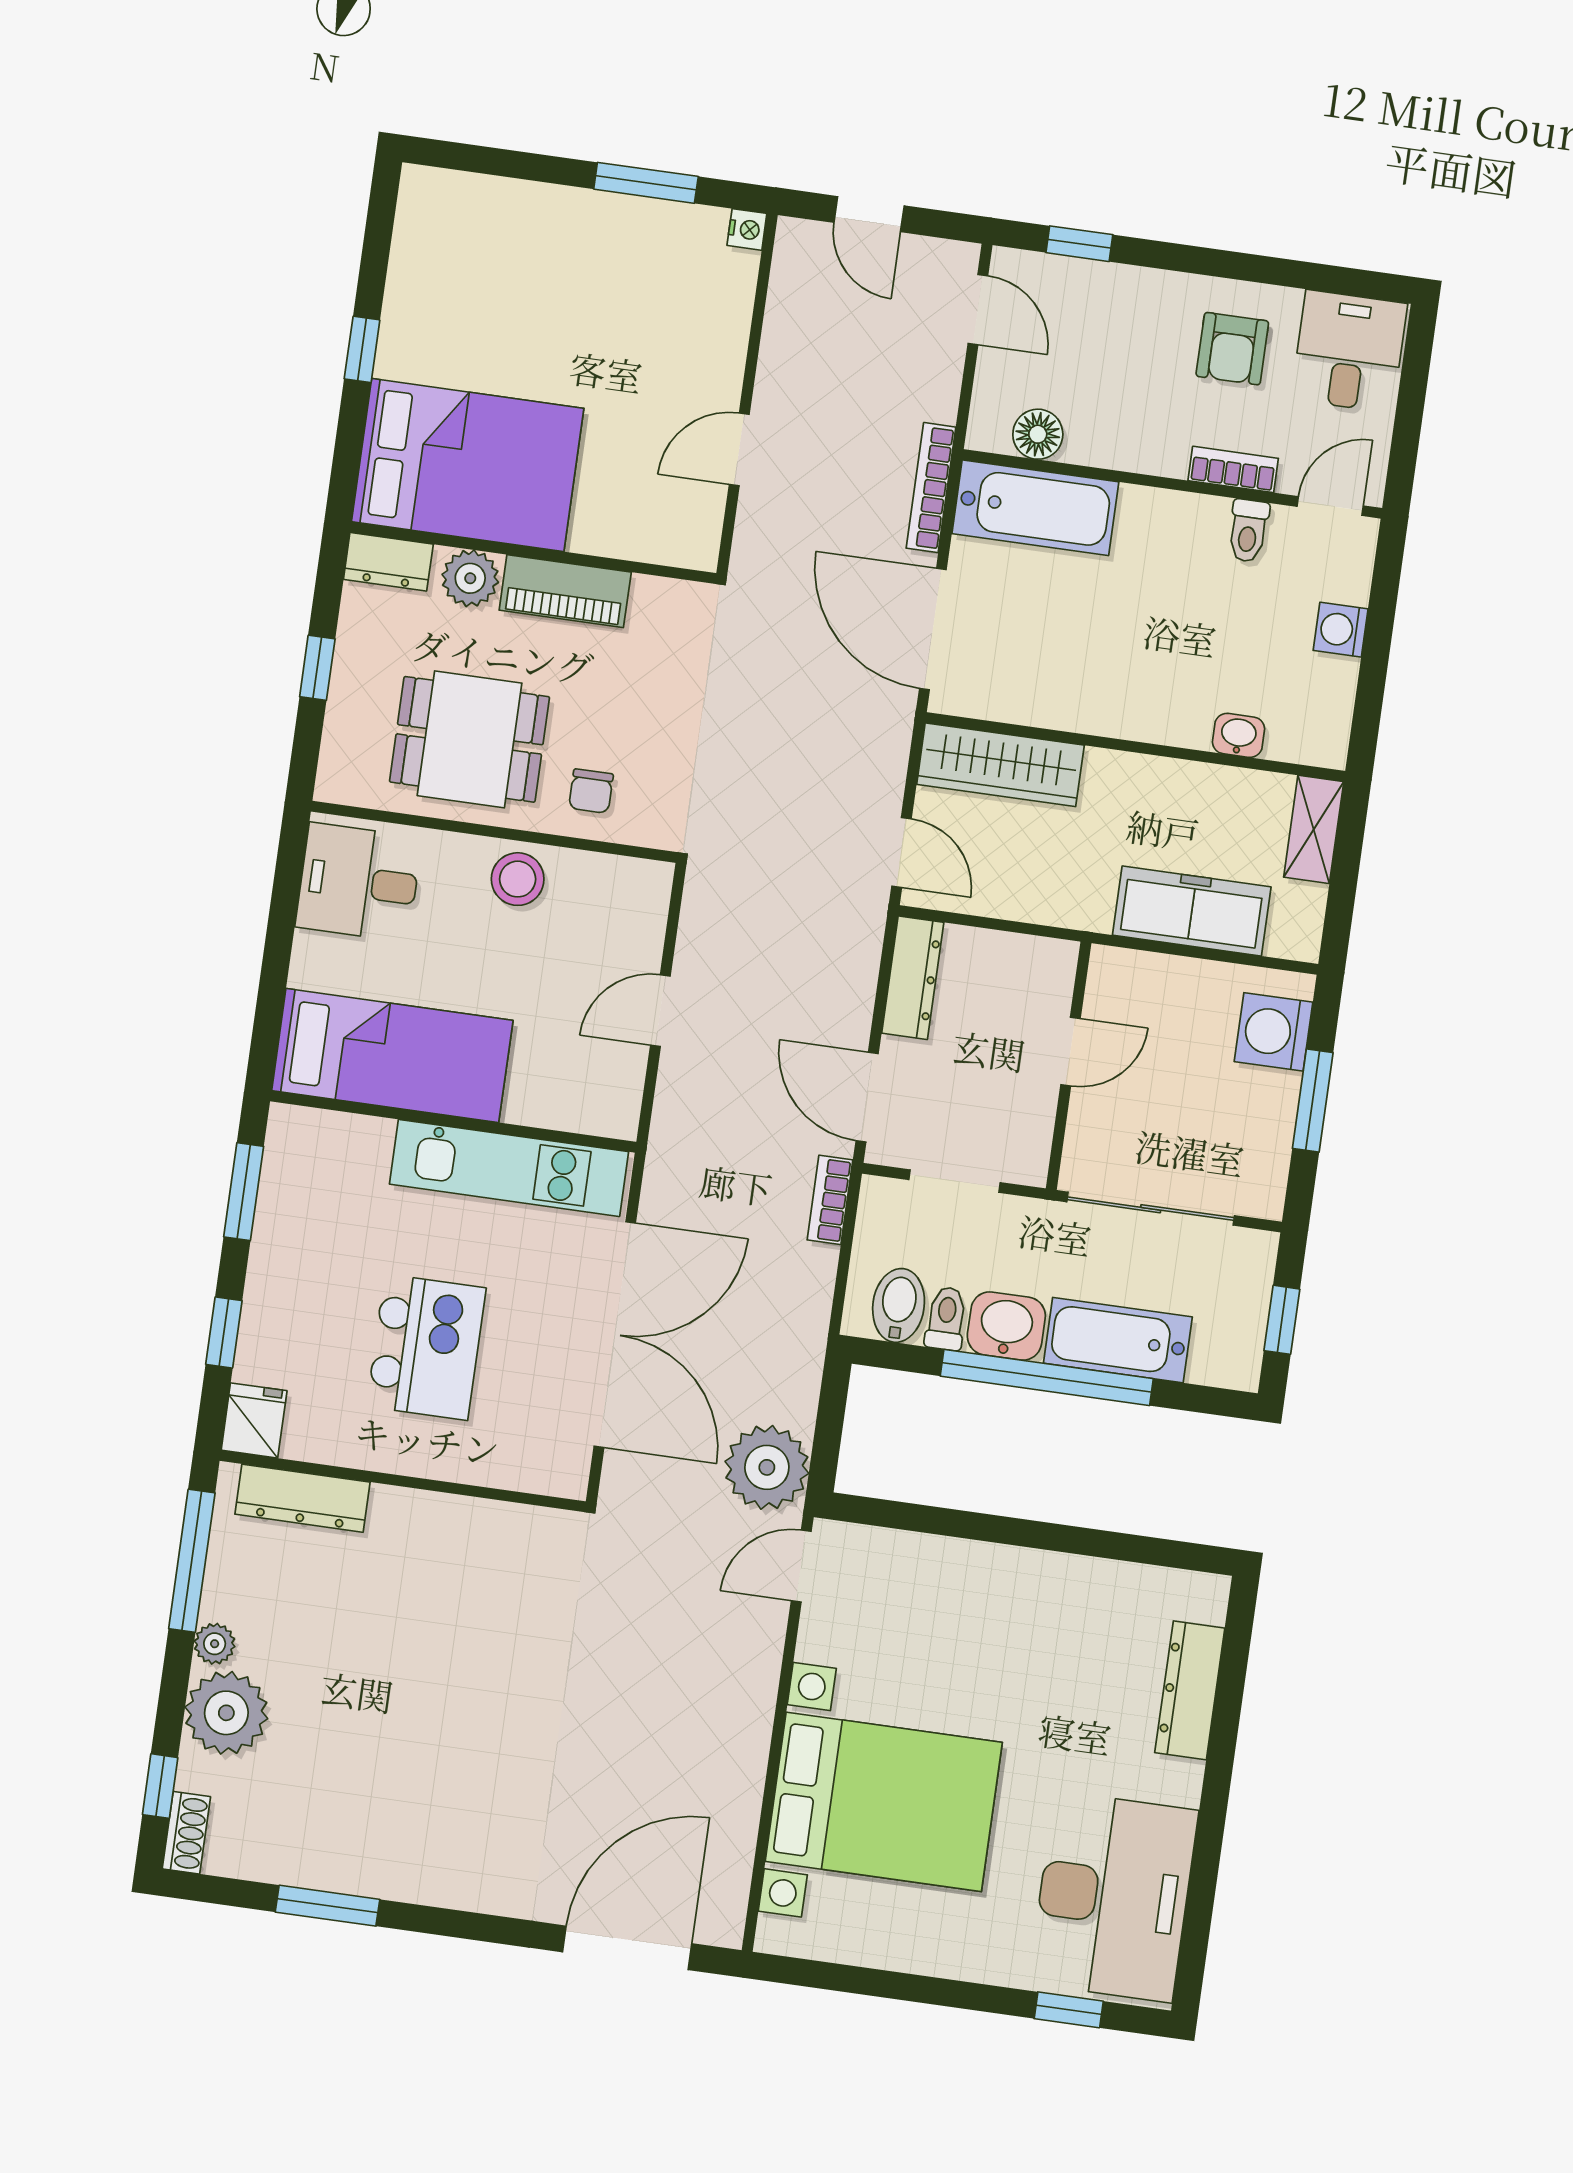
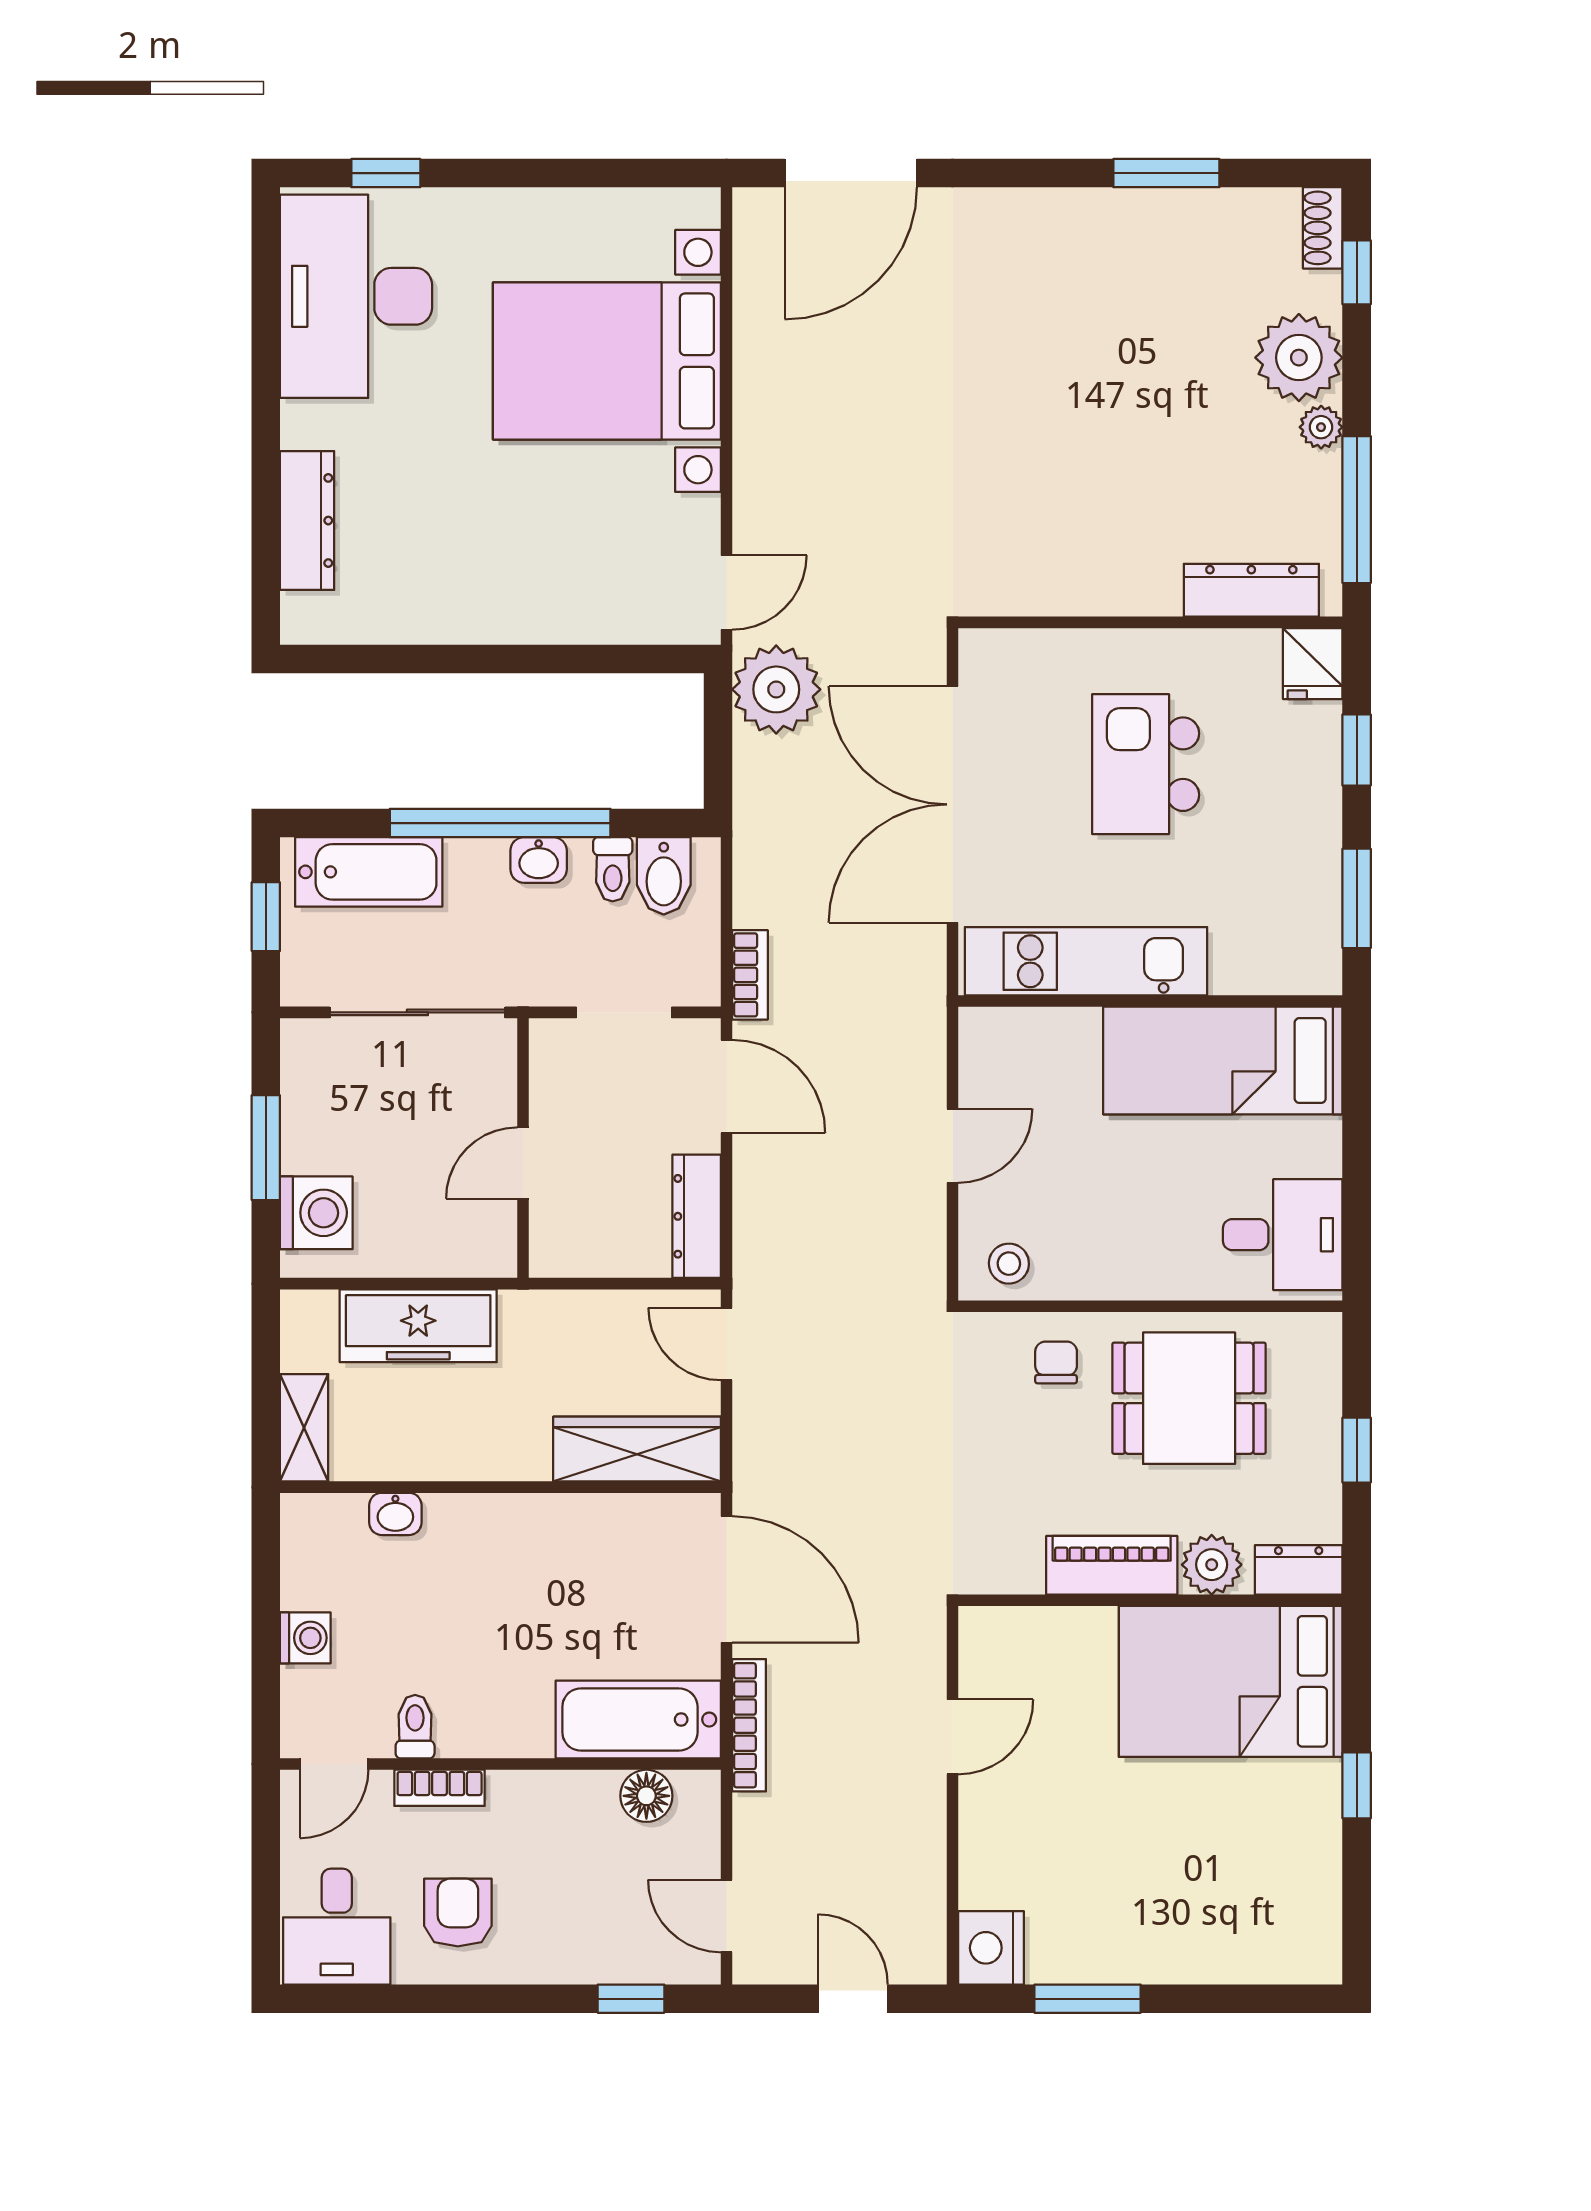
nightstand: (747, 229) -> (991, 1948), width x1.89, depth x1.79
stool: (518, 879) -> (1009, 1264), moved, width x0.73, depth x0.73
washbasin: (1006, 1326) -> (539, 860), width x0.72, depth x0.69
bathtub: (1118, 1340) -> (369, 872), moved

